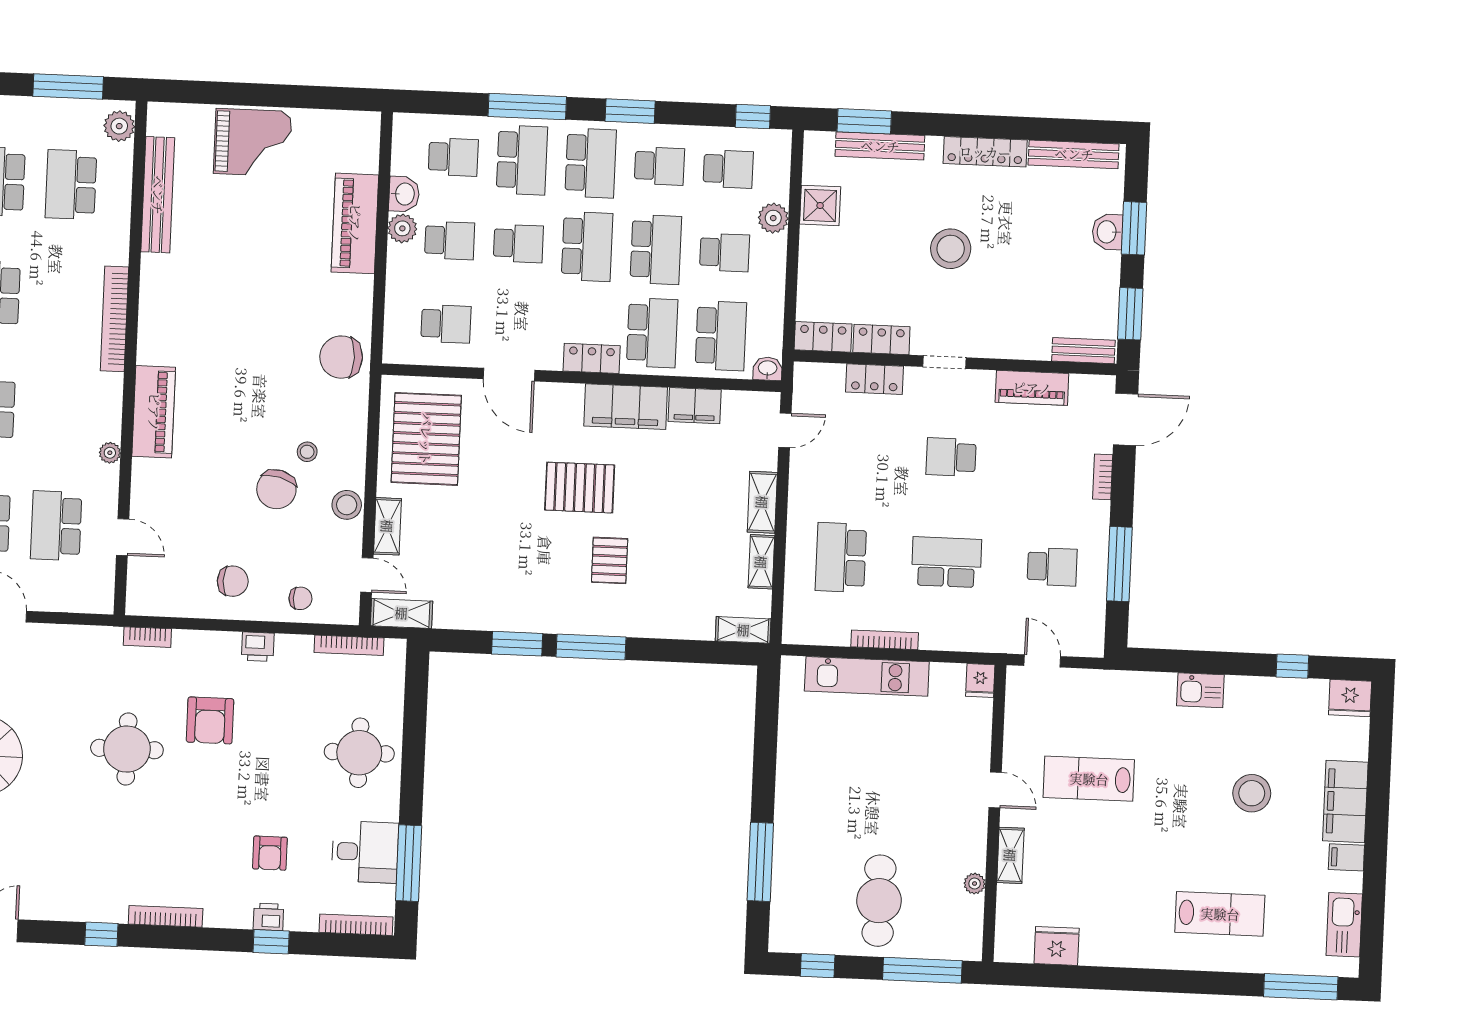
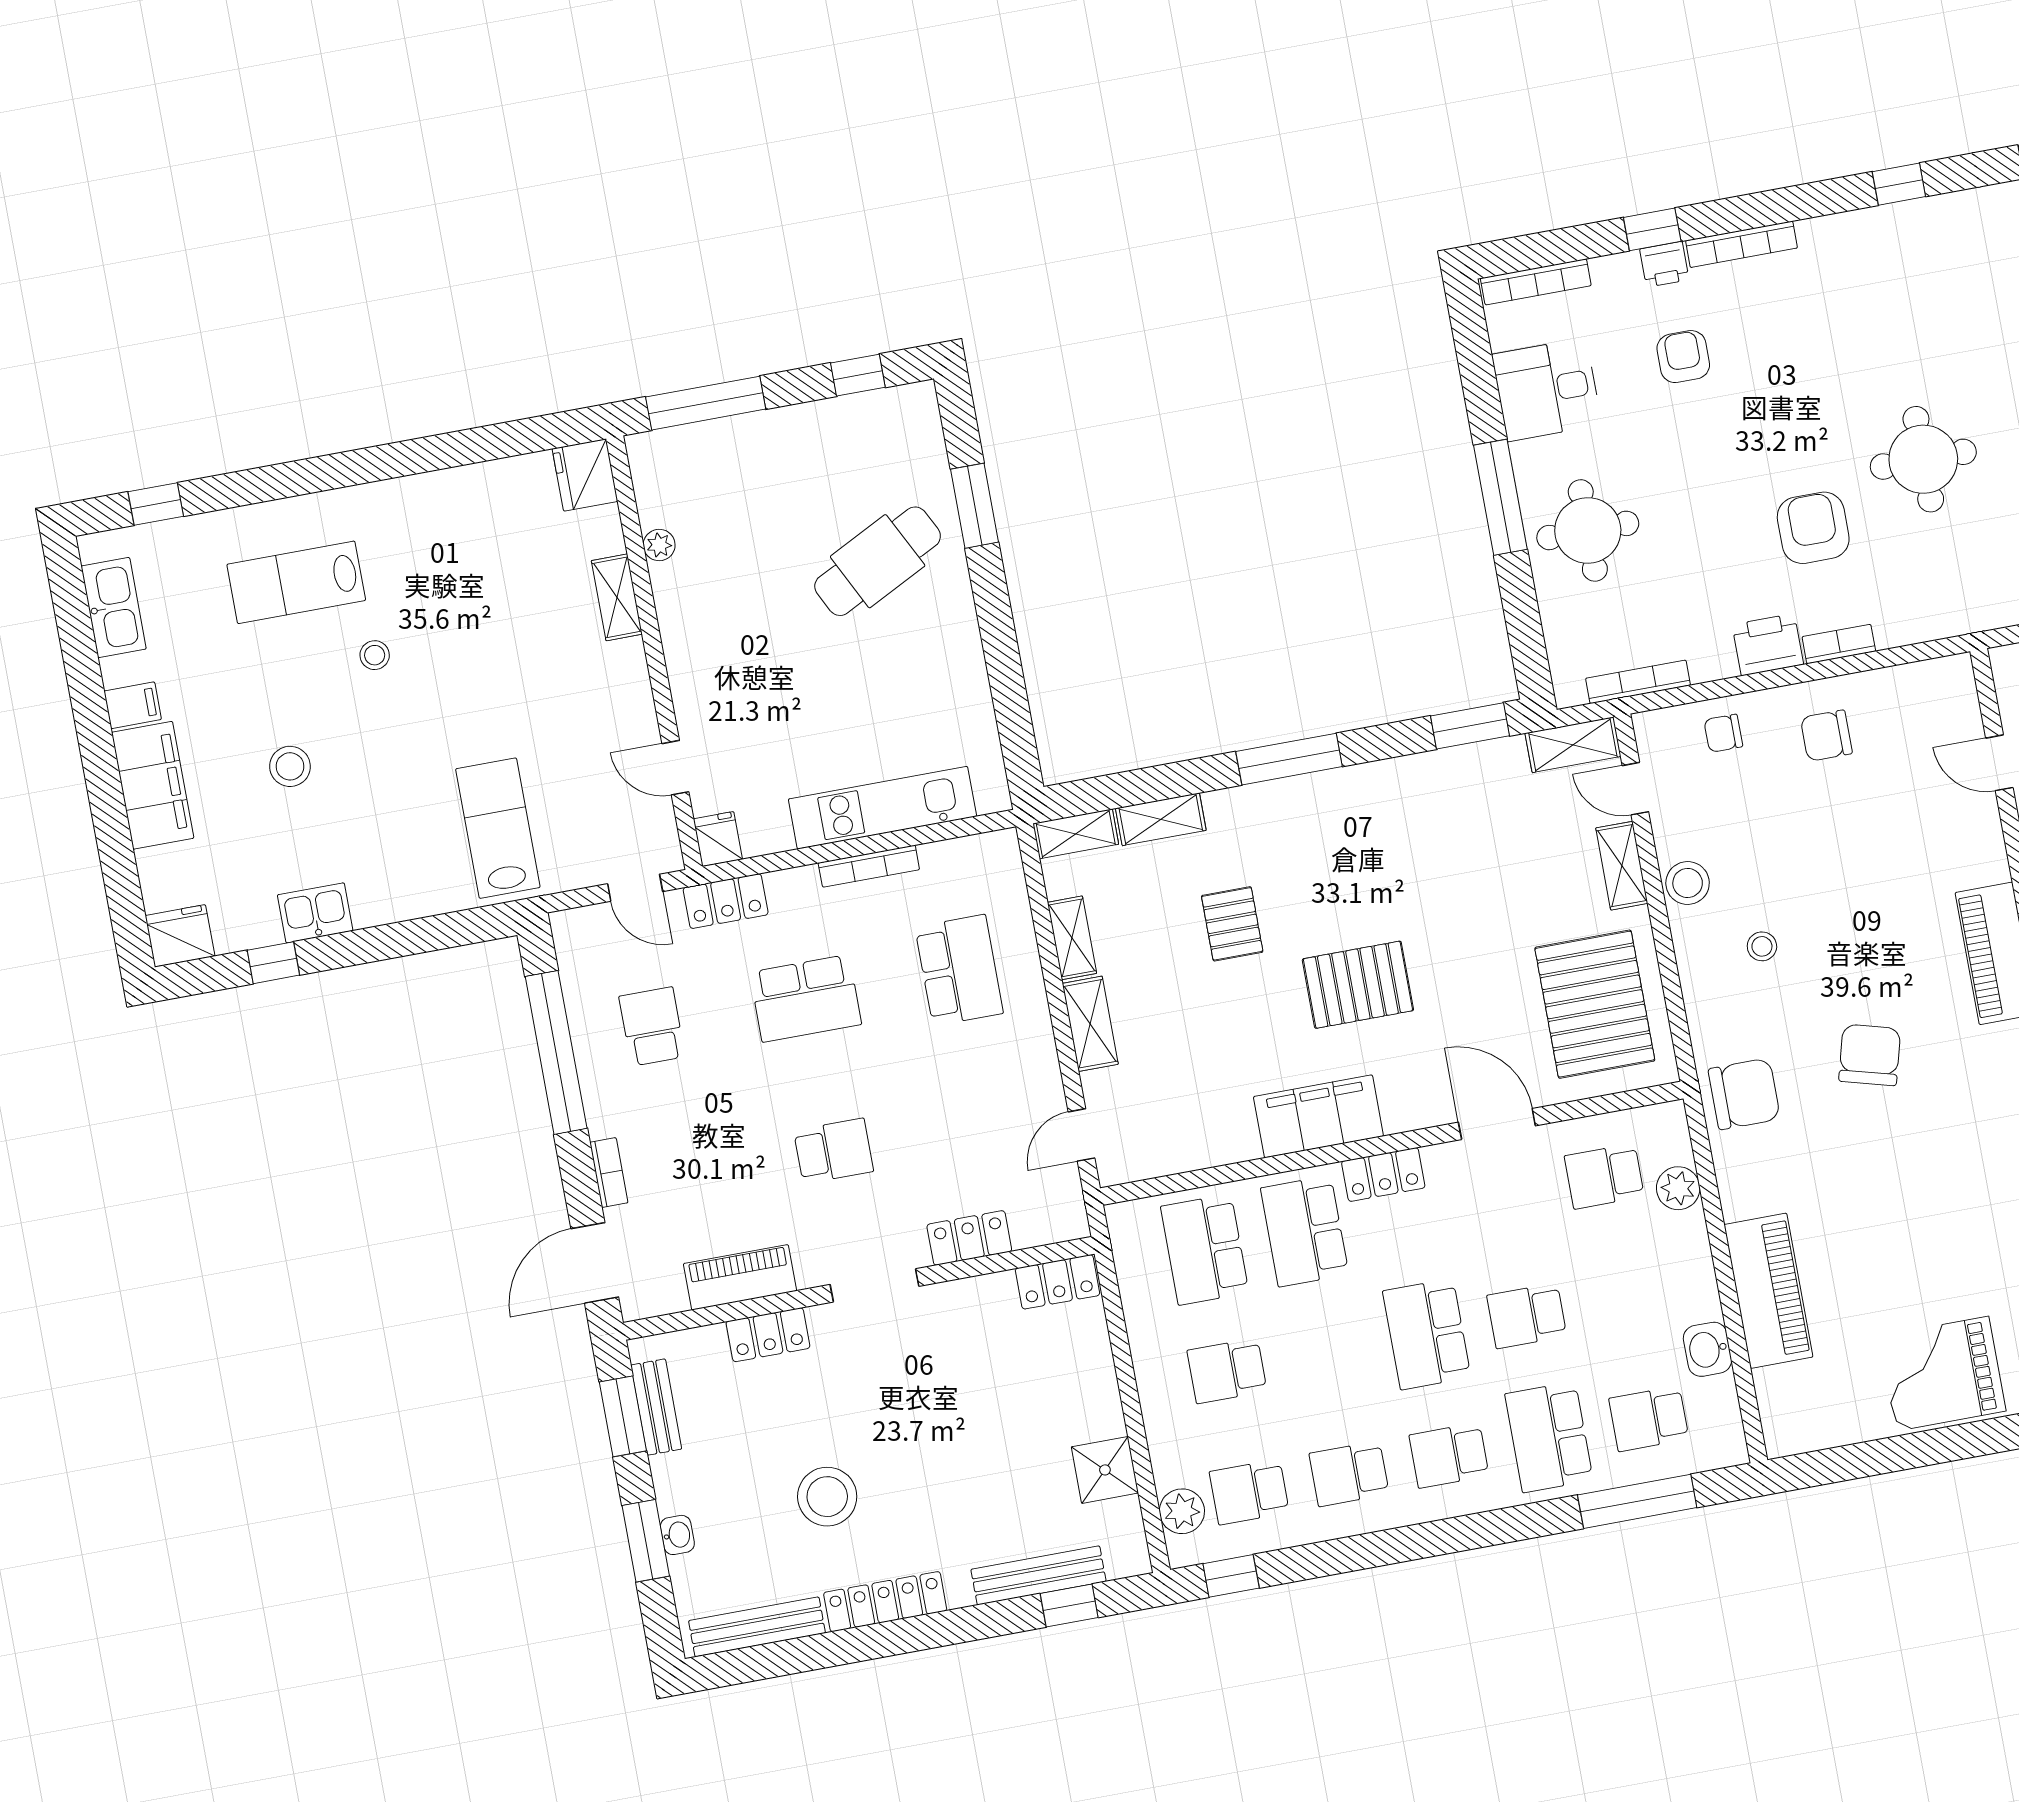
window: (527, 107) -> (1637, 1501), moved
window: (630, 111) -> (1409, 1543), removed
window: (864, 121) -> (1069, 1606), width x0.67
school desk: (591, 163) -> (1449, 1455), width x0.54
plant: (773, 218) -> (1182, 1511), moved
plant: (402, 228) -> (1678, 1188), moved
washbasin: (1107, 232) -> (677, 1535), width x0.72, depth x0.69
school desk: (450, 240) -> (1627, 1297), removed
school desk: (656, 249) -> (1327, 1352), removed
stool: (951, 249) -> (827, 1497), moved
locker: (881, 340) -> (768, 1335), moved
bench: (1083, 351) -> (656, 1407), moved, turned 90
doorway: (944, 362) -> (874, 1285), width x1.38
washbasin: (768, 369) -> (1127, 1218), removed
filing cabinet: (695, 406) -> (1220, 1141), removed
chair: (276, 489) -> (1870, 1055), moved
pallet: (610, 560) -> (1232, 924), moved
window: (1119, 564) -> (556, 1052), width x1.46
school desk: (1052, 567) -> (652, 1026), turned 90
shelving: (685, 627) -> (1161, 819), added
bookcase: (147, 637) -> (1839, 644), moved
locker: (985, 638) -> (726, 901), added
window: (517, 644) -> (1470, 726), moved
printer: (258, 647) -> (1768, 645), width x1.36, depth x1.24
kitchen sink: (1200, 690) -> (315, 913), moved
lab bench: (1089, 779) -> (498, 828), moved, turned -90
door: (995, 790) -> (675, 768), moved
stool: (1252, 793) -> (290, 766), width x0.73, depth x0.73
stool: (1179, 854) -> (375, 655), added
window: (760, 862) -> (975, 506), width x0.69
window: (409, 863) -> (1500, 497), moved
cafe table: (879, 901) -> (878, 561), moved, turned 63
bookcase: (166, 916) -> (1741, 244), moved
fridge: (1057, 946) -> (585, 475), moved, turned 90
window: (1301, 987) -> (156, 504), width x0.46

